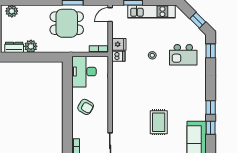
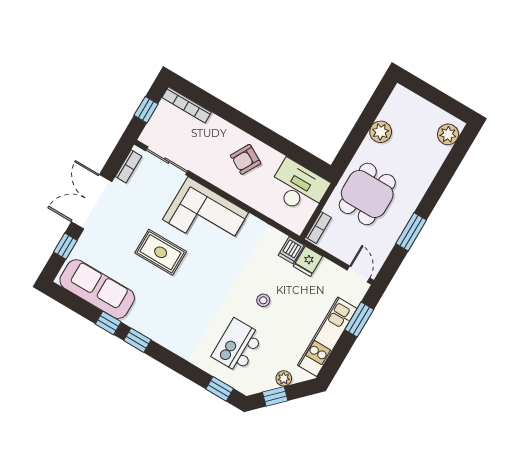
plant: (186, 21) -> (284, 378), added
dining table: (67, 23) -> (367, 194), moved
dresser: (14, 47) -> (393, 107), removed
corner sofa: (127, 110) -> (206, 216), added

